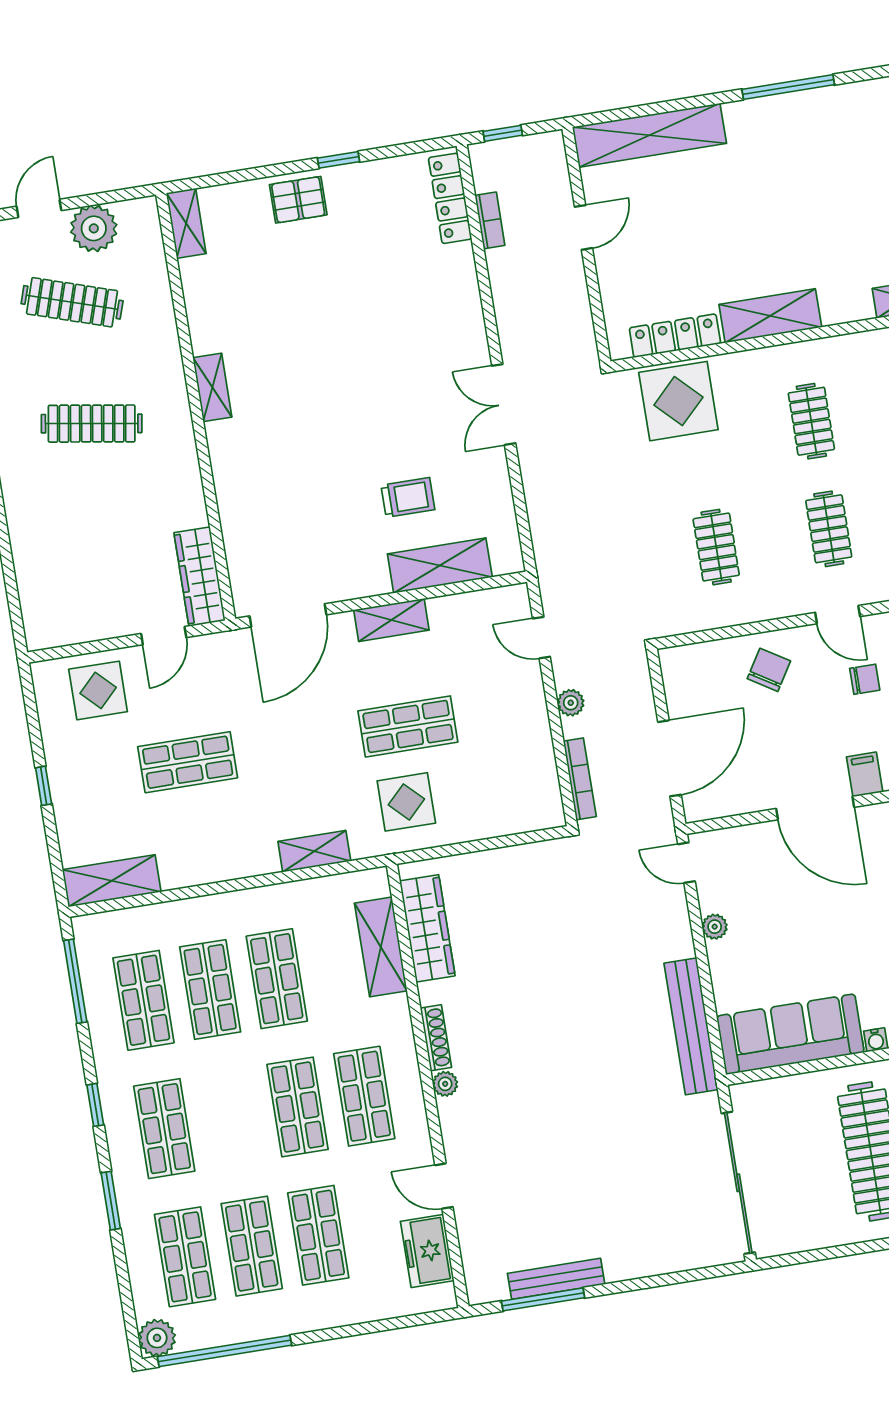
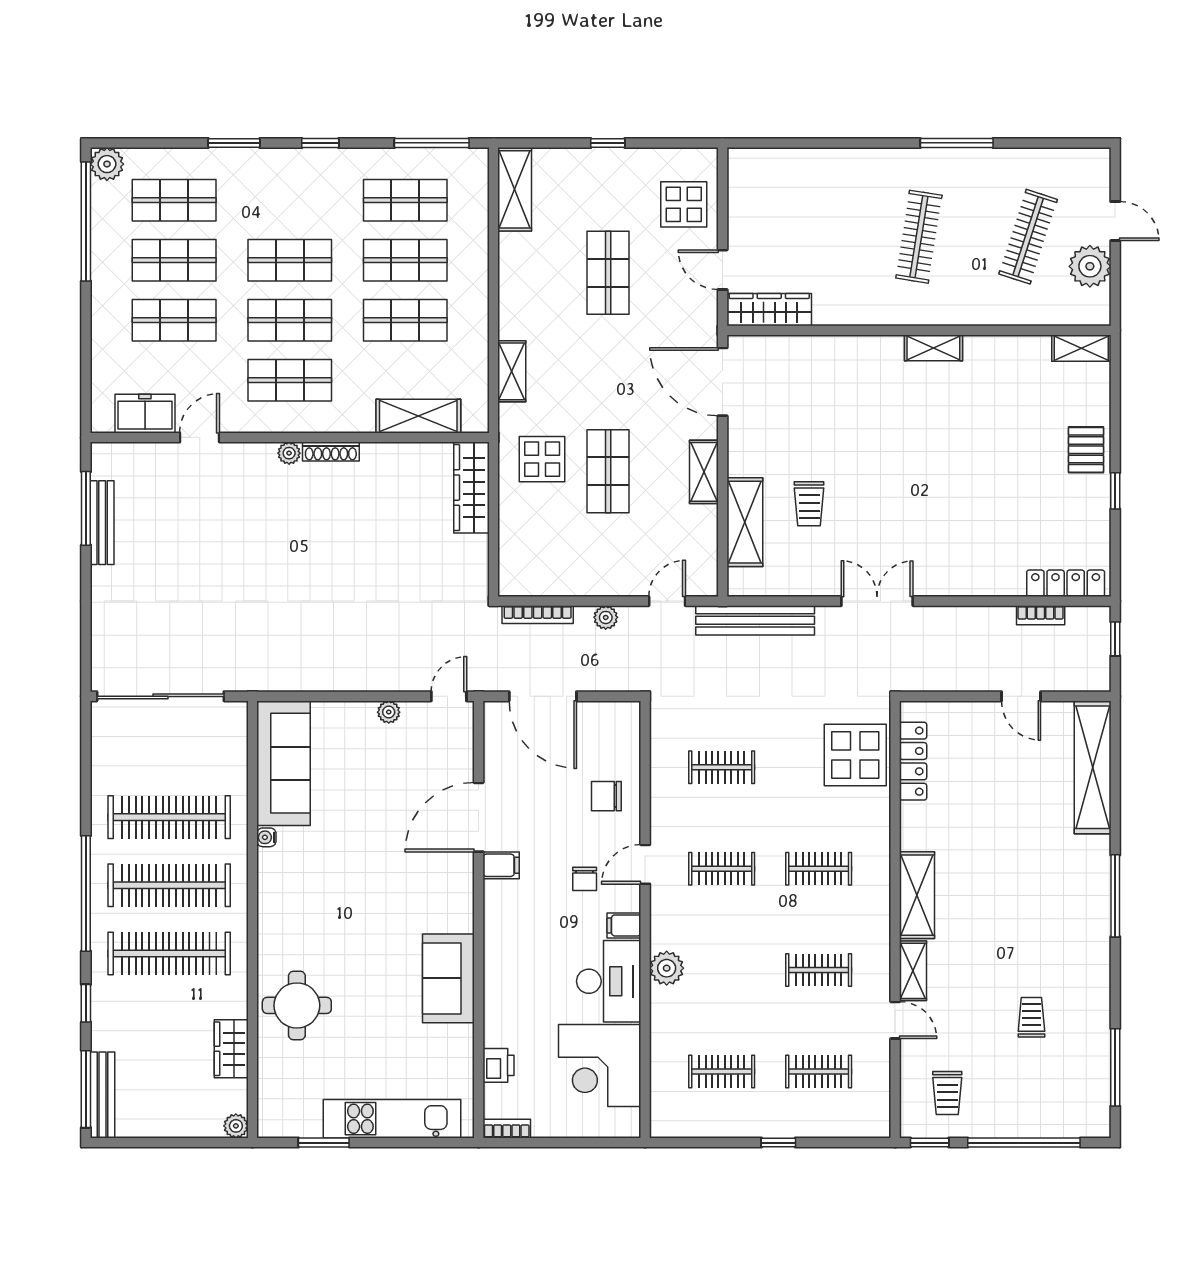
shelving: (770, 316) -> (917, 895), moved
chair: (769, 670) -> (606, 796), turned 148
wardrobe: (427, 928) -> (471, 488), moved, turned 90
bench: (691, 1026) -> (755, 620), moved
shop shelf: (164, 1129) -> (290, 260), moved

